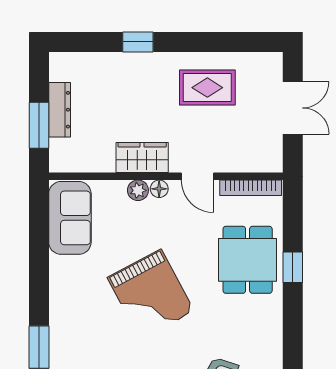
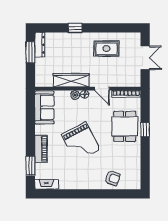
dresser: (60, 110) -> (40, 45), moved
window: (39, 125) -> (30, 52), moved
wardrobe: (142, 157) -> (71, 80), width x1.50
piano: (62, 309) -> (41, 149), added

